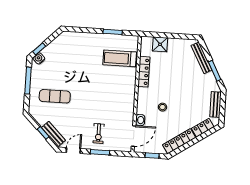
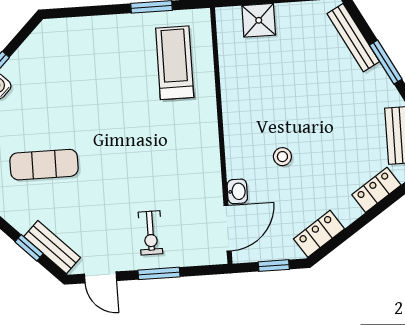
treadmill: (120, 58) -> (175, 63), turned 90
locker: (144, 72) -> (231, 85), removed
locker: (179, 141) -> (319, 234), width x0.66
door: (73, 151) -> (101, 277), swing flipped

